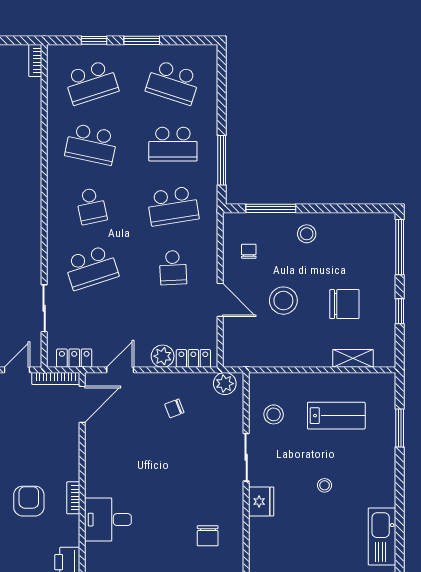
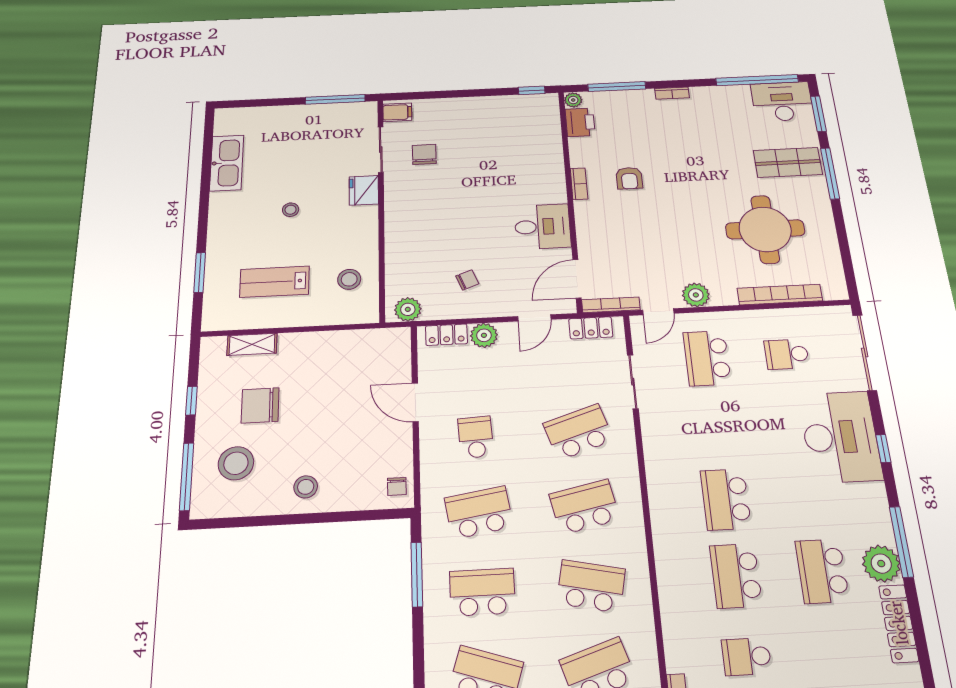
school desk: (91, 206) -> (585, 507), width x1.85
window: (271, 208) -> (352, 516), removed
chair: (249, 251) -> (397, 486), moved
stool: (283, 301) -> (236, 463), moved
sliding door: (246, 457) -> (381, 150), moved
armchair: (29, 501) -> (629, 178), width x0.72, depth x0.72
desk: (108, 520) -> (542, 227), moved

